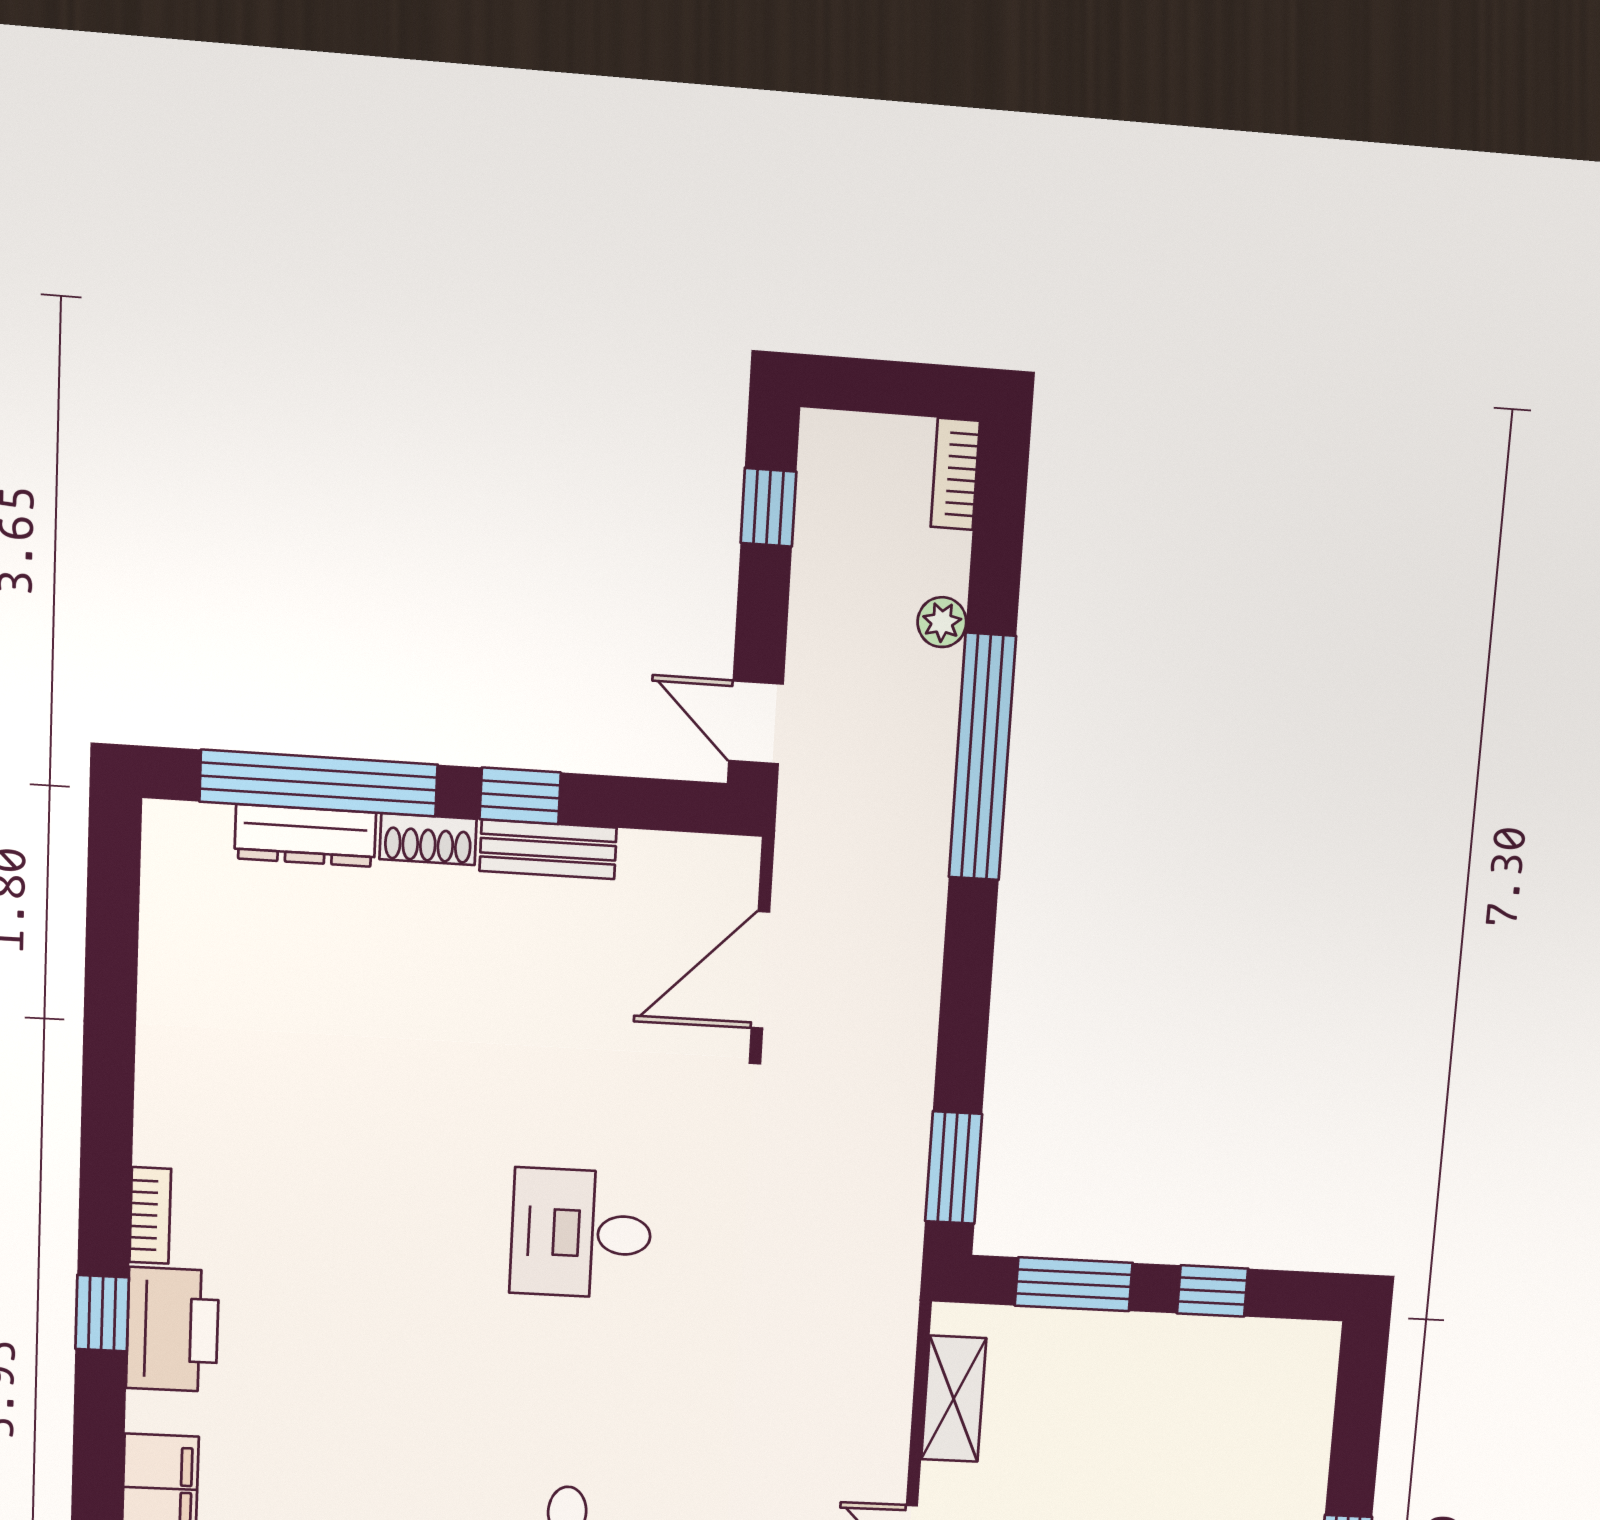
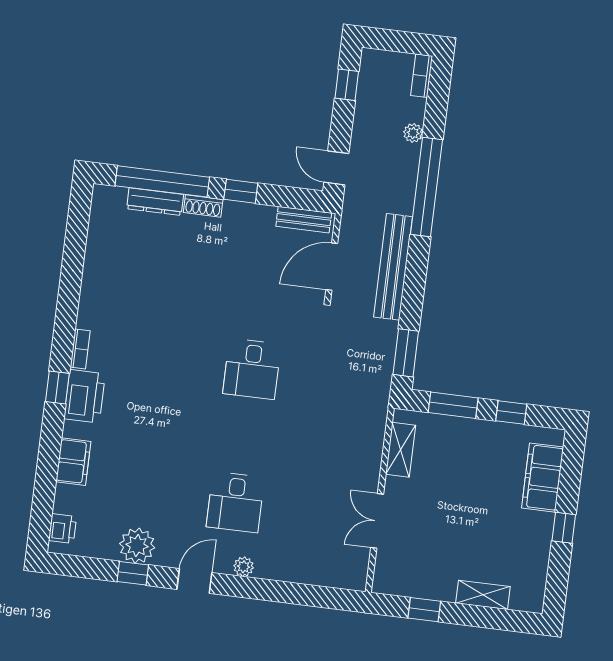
bench: (548, 849) -> (304, 220), moved
bench: (911, 961) -> (393, 267), added
desk: (581, 1233) -> (252, 369), turned -90
filing cabinet: (1292, 1437) -> (543, 478), added

